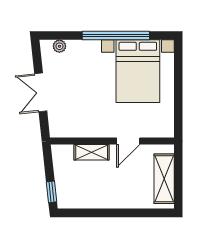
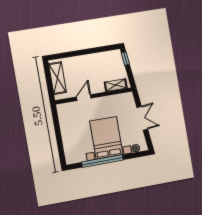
bed with nightstands: (138, 71) -> (106, 138), moved
shelving: (92, 152) -> (116, 85), moved

